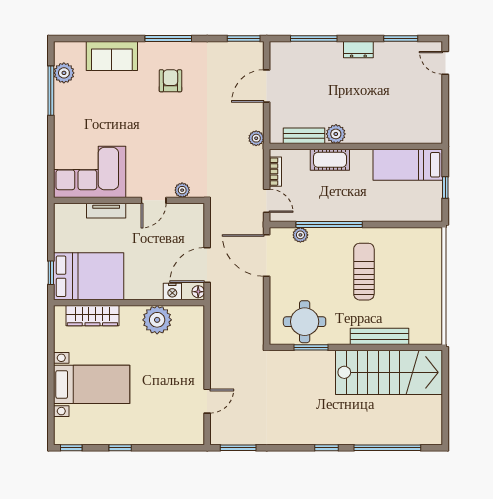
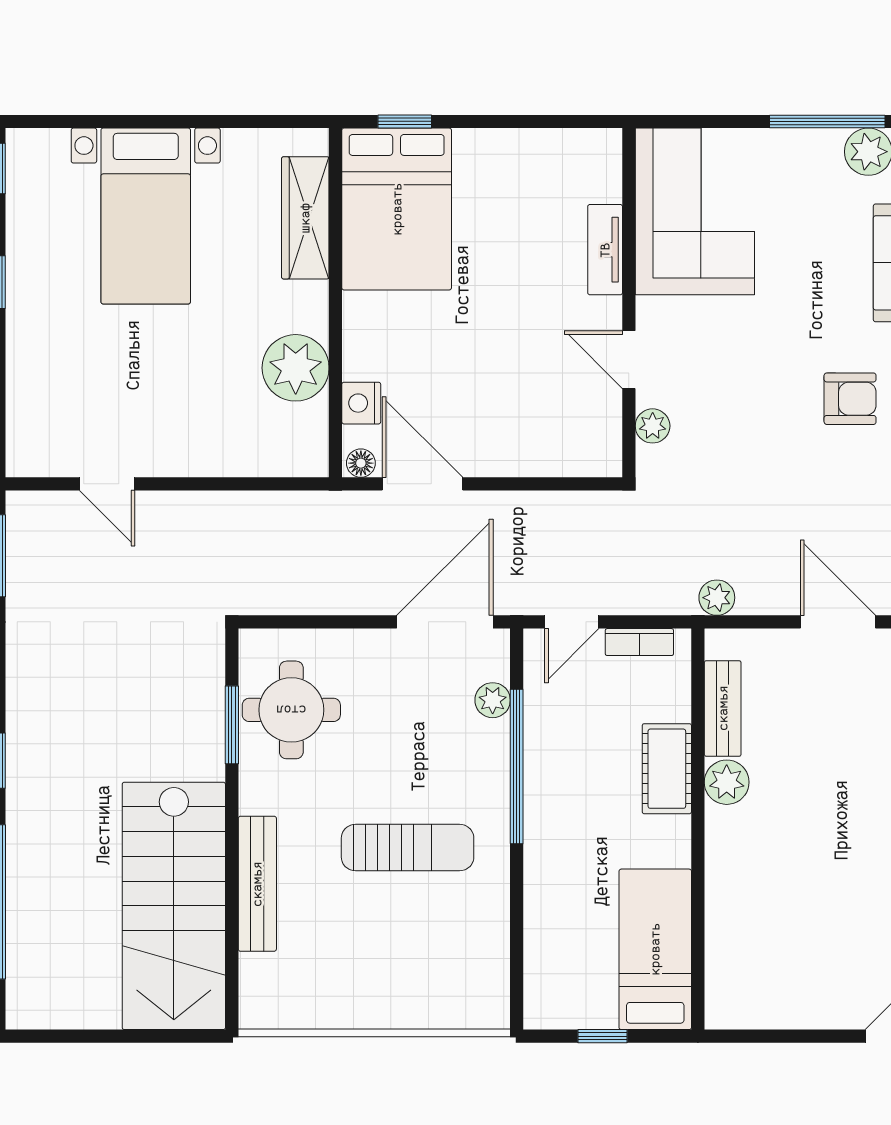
corner sofa: (90, 172) -> (695, 211), moved
plant: (182, 190) -> (653, 426), moved
wall: (129, 200) -> (629, 303), moved
door: (154, 200) -> (629, 360), moved
tv unit: (106, 211) -> (605, 250), moved

